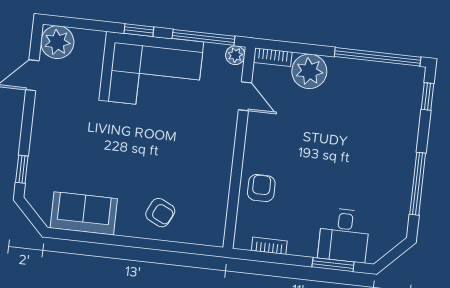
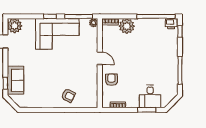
printer: (409, 77) -> (171, 24), added
door: (245, 96) -> (100, 58), moved
sofa: (84, 213) -> (15, 80), moved, turned 90

